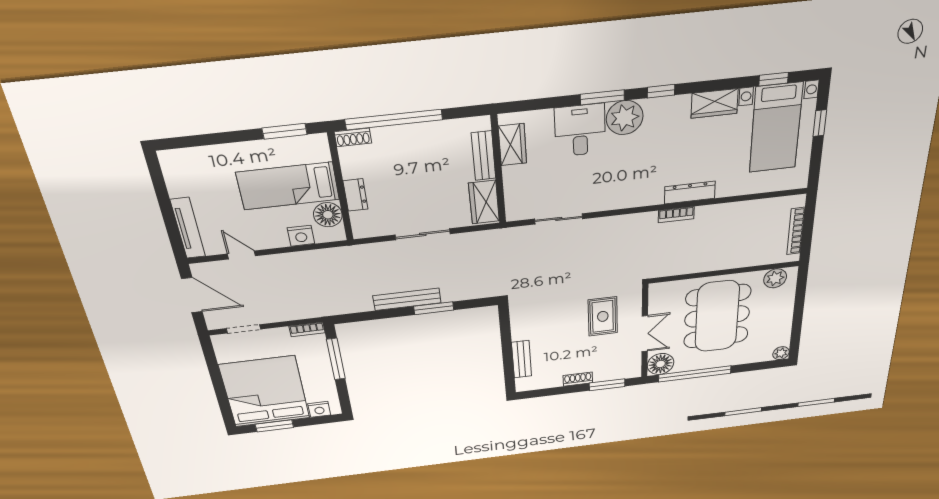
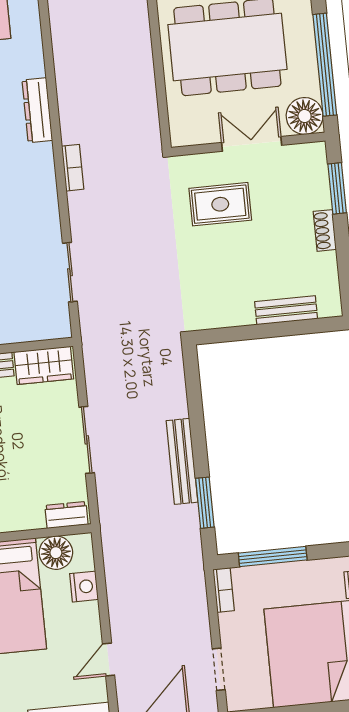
dresser: (355, 195) -> (66, 515), moved
bookcase: (676, 215) -> (73, 168), moved
window: (434, 308) -> (205, 503), moved

